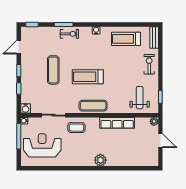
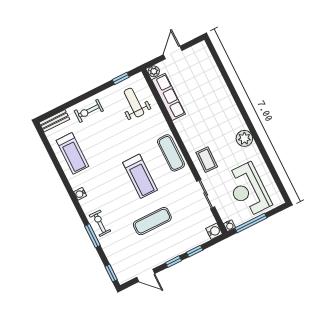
weight bench: (140, 98) -> (134, 103), turned 90
row of seats: (117, 123) -> (169, 97), moved
plant: (100, 160) -> (244, 138), moved

